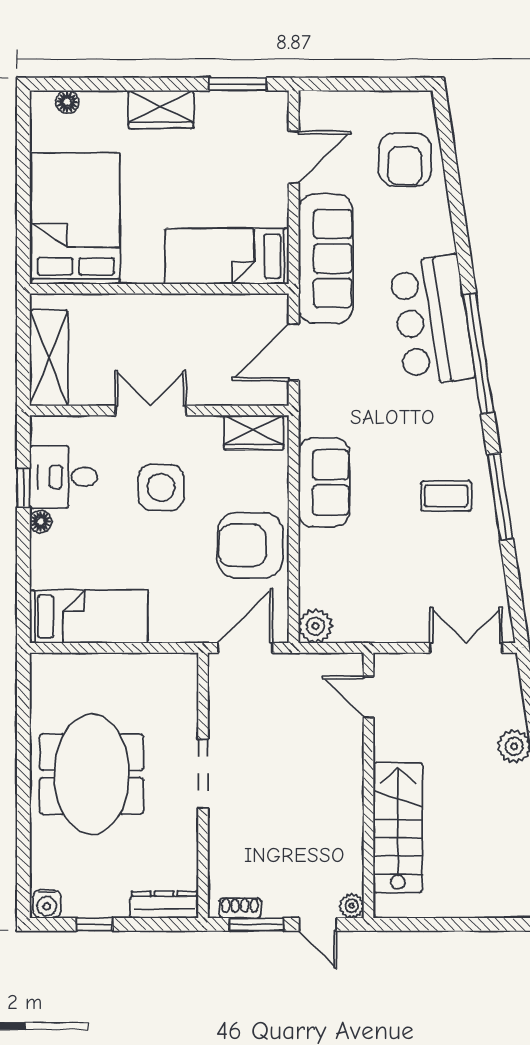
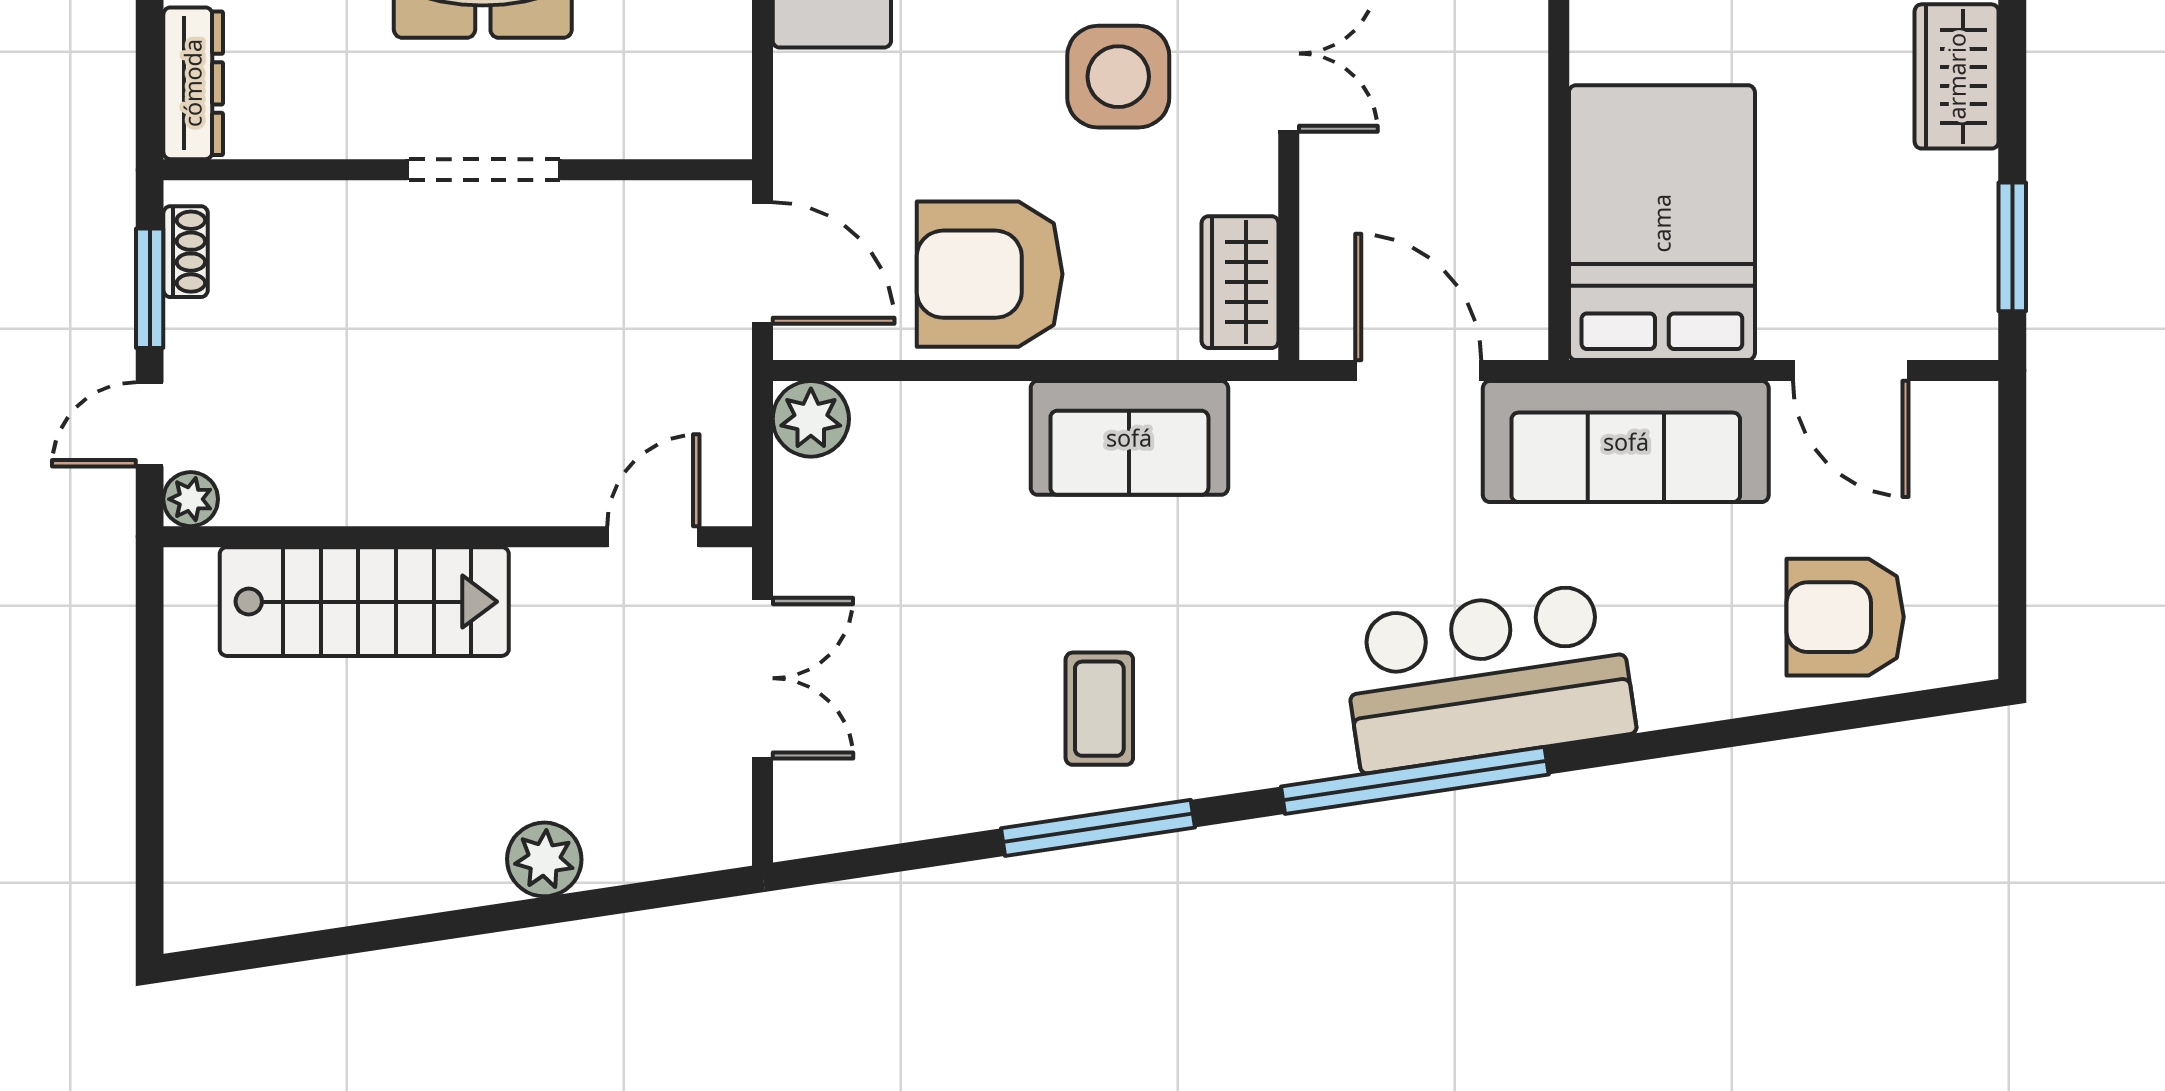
bed: (227, 256) -> (1662, 223), width x1.50
armchair: (250, 545) -> (990, 274), turned -90
double door: (466, 648) -> (762, 678), moved

